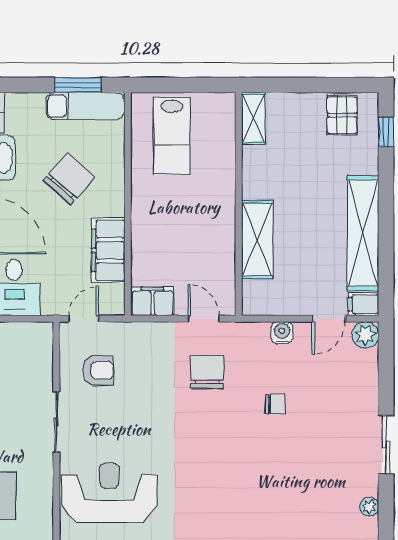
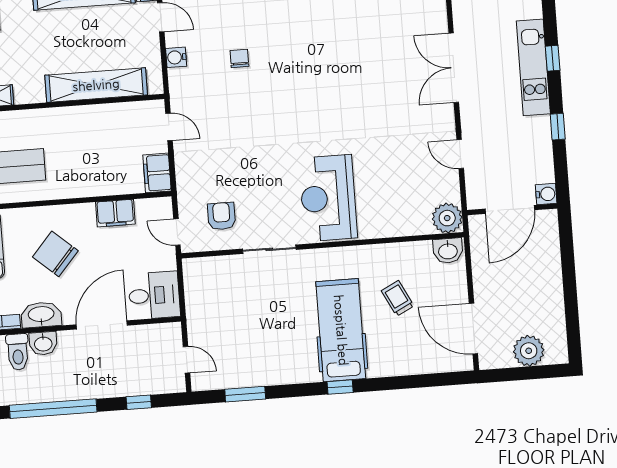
shelving: (257, 240) -> (96, 85), width x1.47
filing cabinet: (108, 250) -> (115, 213), width x0.67, depth x0.86
door: (204, 319) -> (169, 127), swing flipped
chair: (207, 372) -> (215, 120), removed

